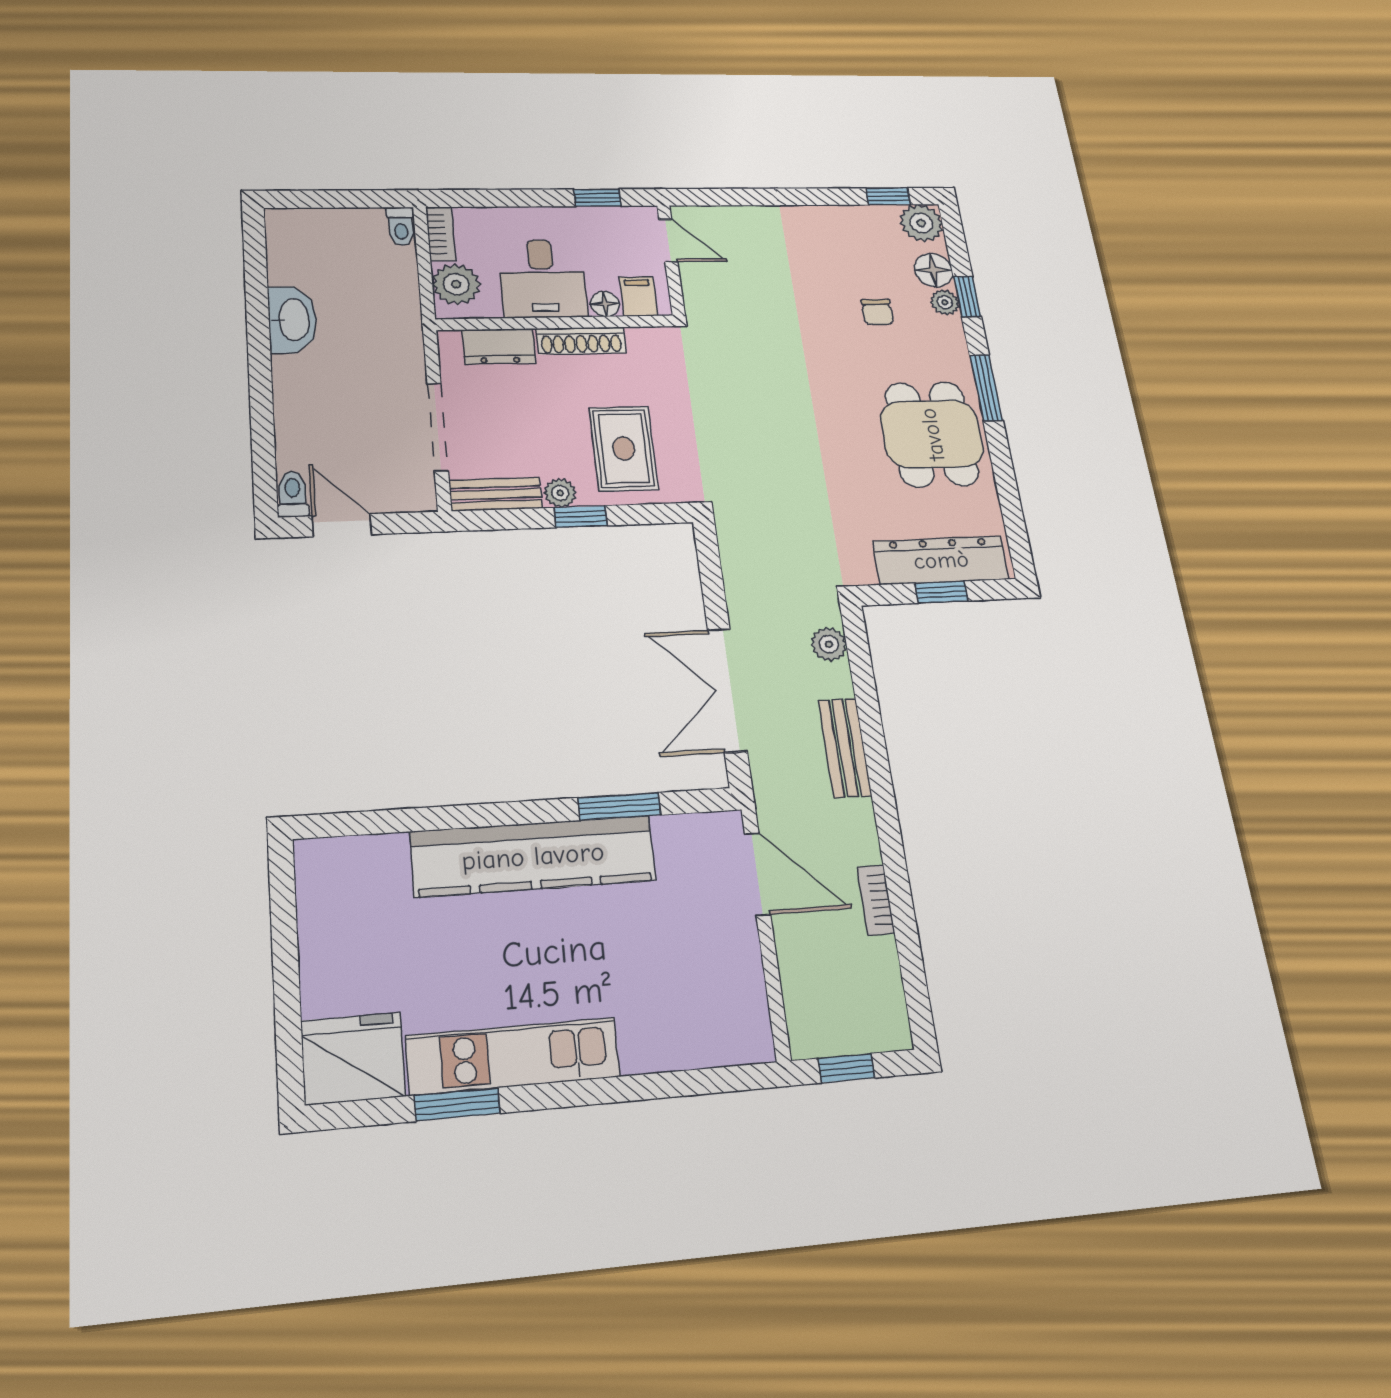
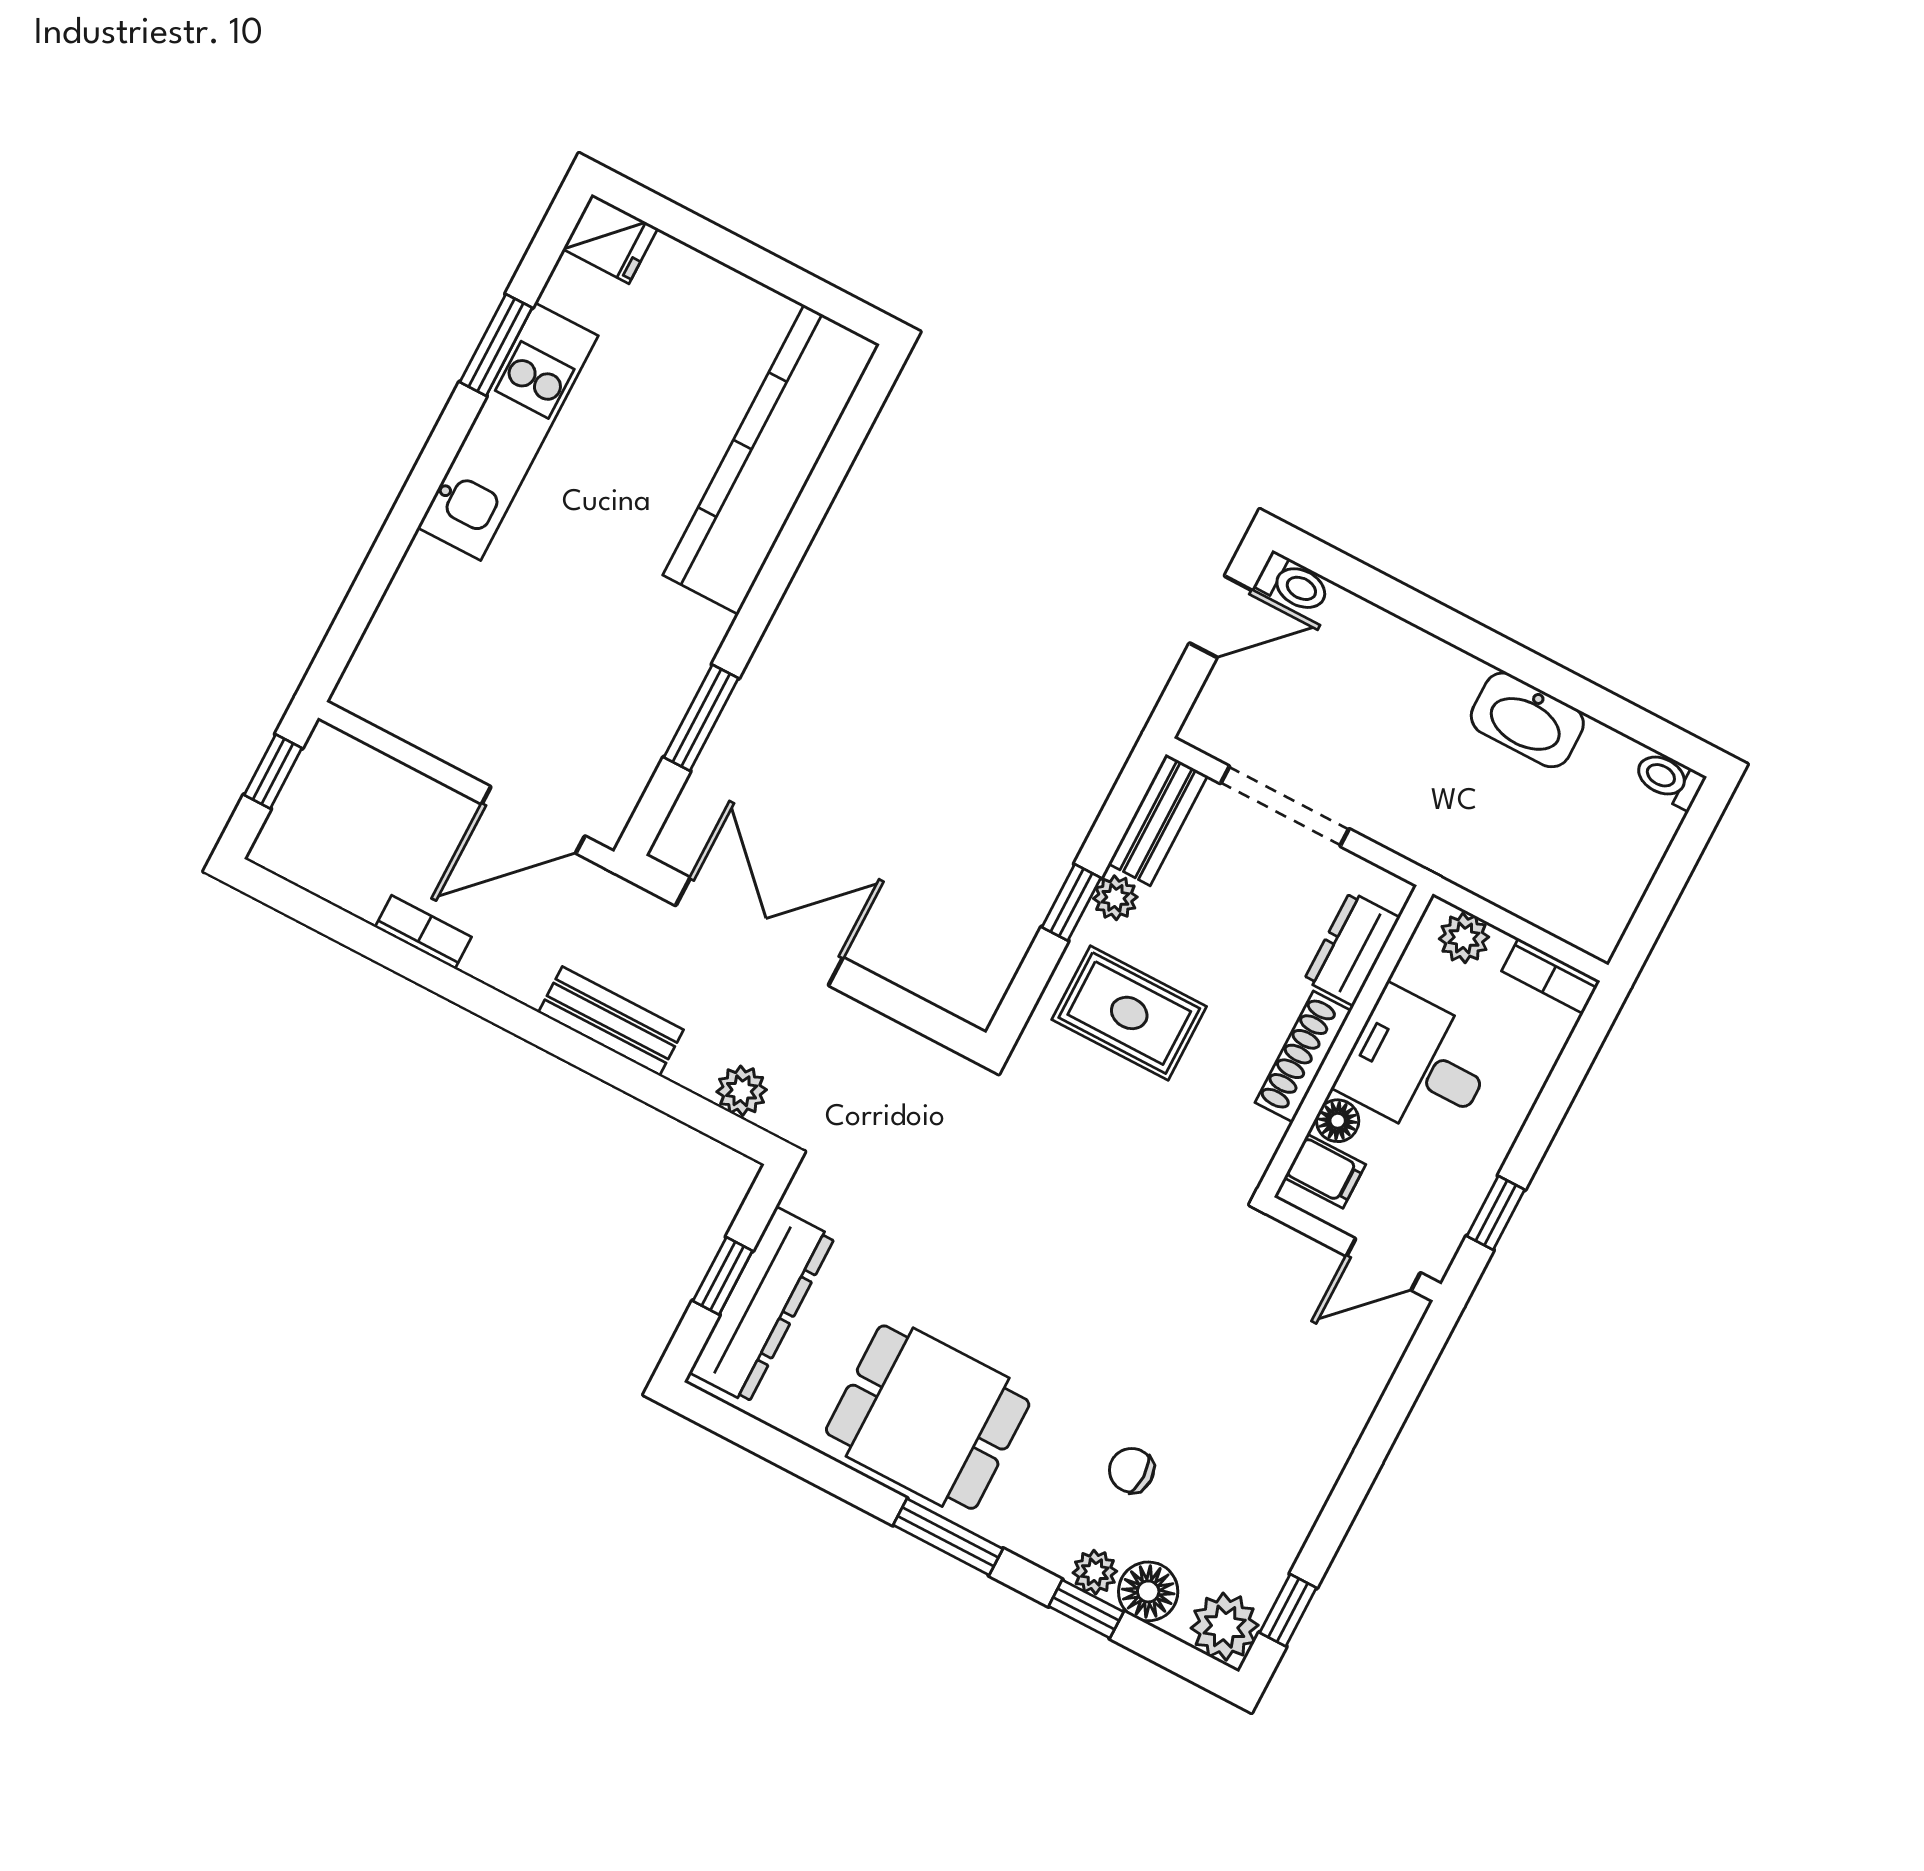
toilet: (401, 226) -> (1669, 779), moved
plant: (456, 284) -> (1464, 938), width x0.73, depth x0.73
kitchen counter: (533, 856) -> (771, 460), moved
fridge: (353, 1058) -> (610, 239), width x0.53, depth x0.75

